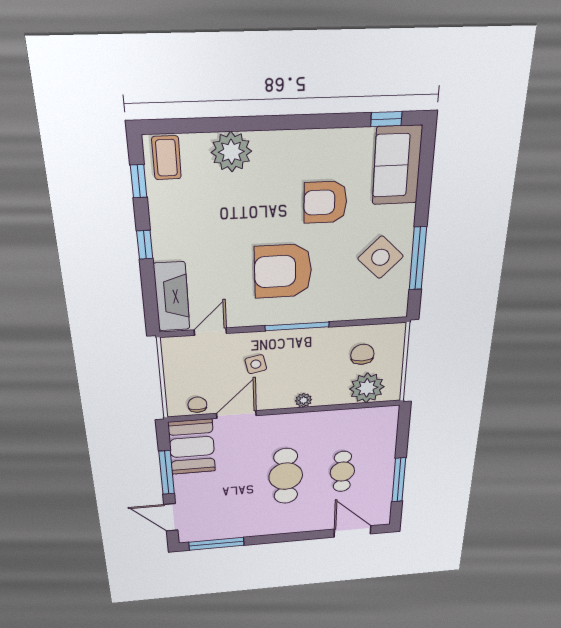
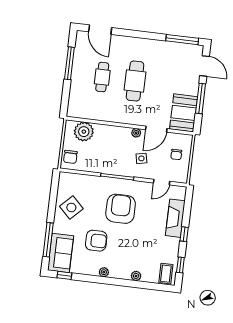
plant: (302, 139) -> (104, 272), added
plant: (231, 152) -> (136, 276), width x0.53, depth x0.53
window: (418, 259) -> (48, 240), moved
armchair: (283, 271) -> (121, 209), turned -90
fireplace: (172, 297) -> (175, 218), moved
chair: (362, 354) -> (70, 157), moved
plant: (304, 400) -> (136, 133), moved
chair: (197, 405) -> (176, 155), moved

